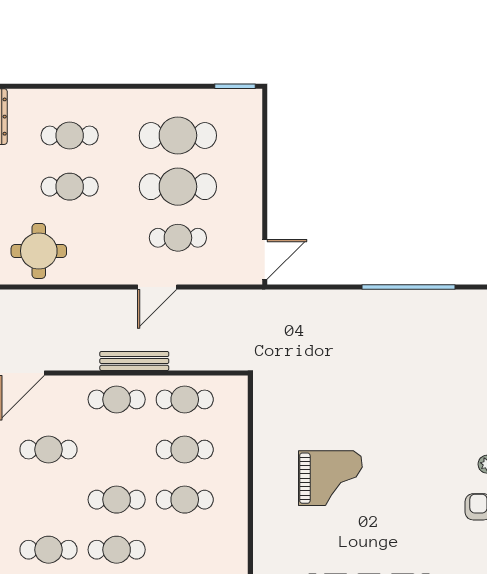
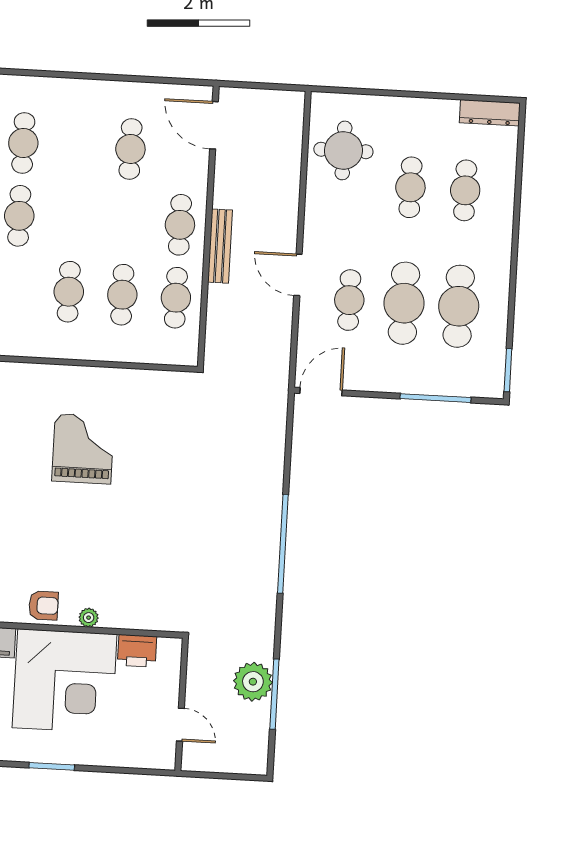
window: (265, 152) -> (435, 398), added
door: (265, 259) -> (321, 392), swing flipped
grand piano: (330, 478) -> (83, 449), turned 180
cafe table: (117, 500) -> (73, 219), removed

